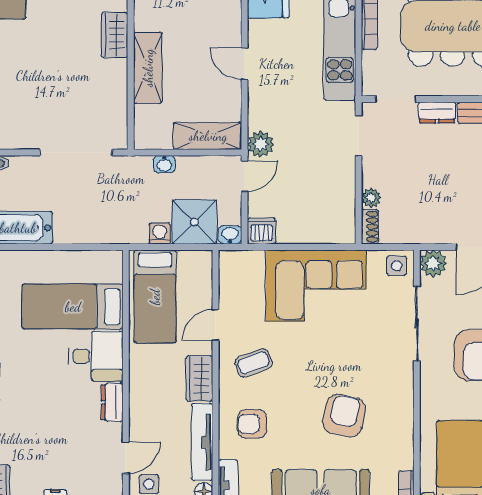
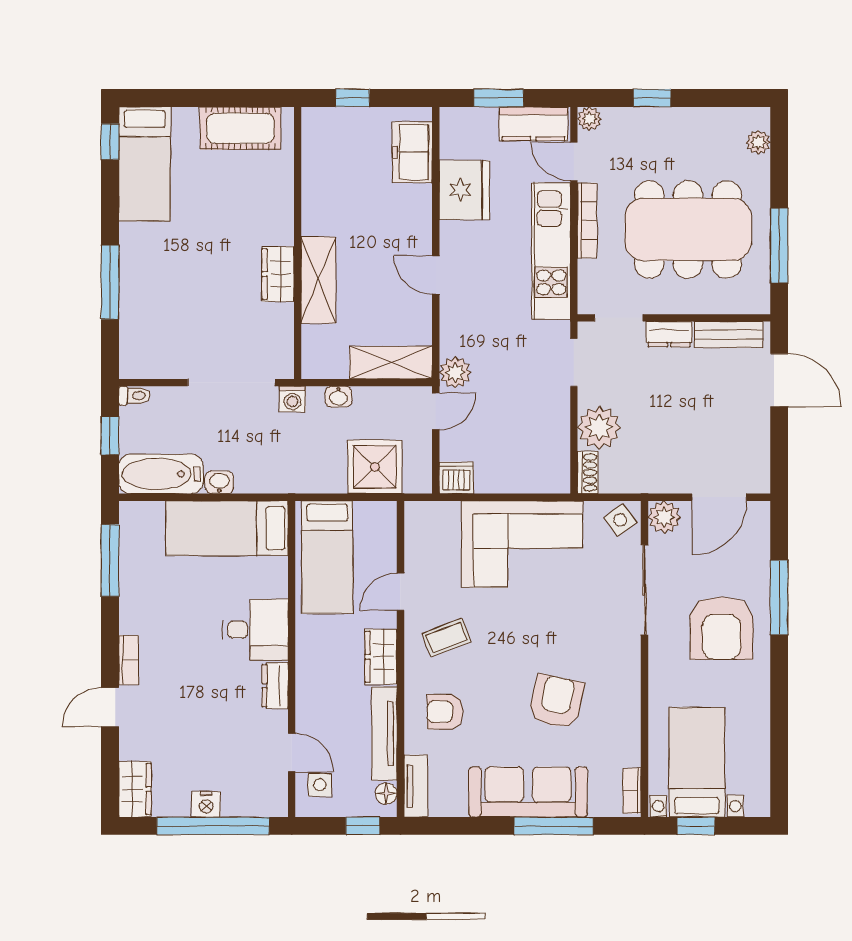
wardrobe: (115, 35) -> (278, 274), moved
plant: (371, 198) -> (599, 427), width x1.88, depth x1.88
washing machine: (160, 233) -> (292, 399), moved, turned 180
washbasin: (230, 235) -> (219, 482), moved
side table: (397, 266) -> (620, 520), turned -37
bed: (73, 307) -> (227, 528), moved
door: (126, 458) -> (292, 753), hinge flipped

